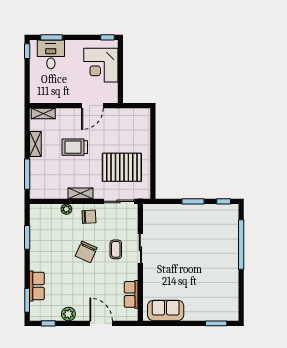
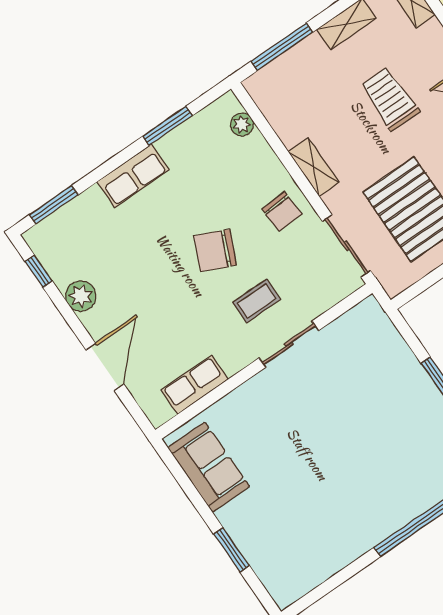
plant: (66, 209) -> (242, 124), moved
row of seats: (37, 286) -> (133, 176), moved
window: (216, 323) -> (232, 550), moved

